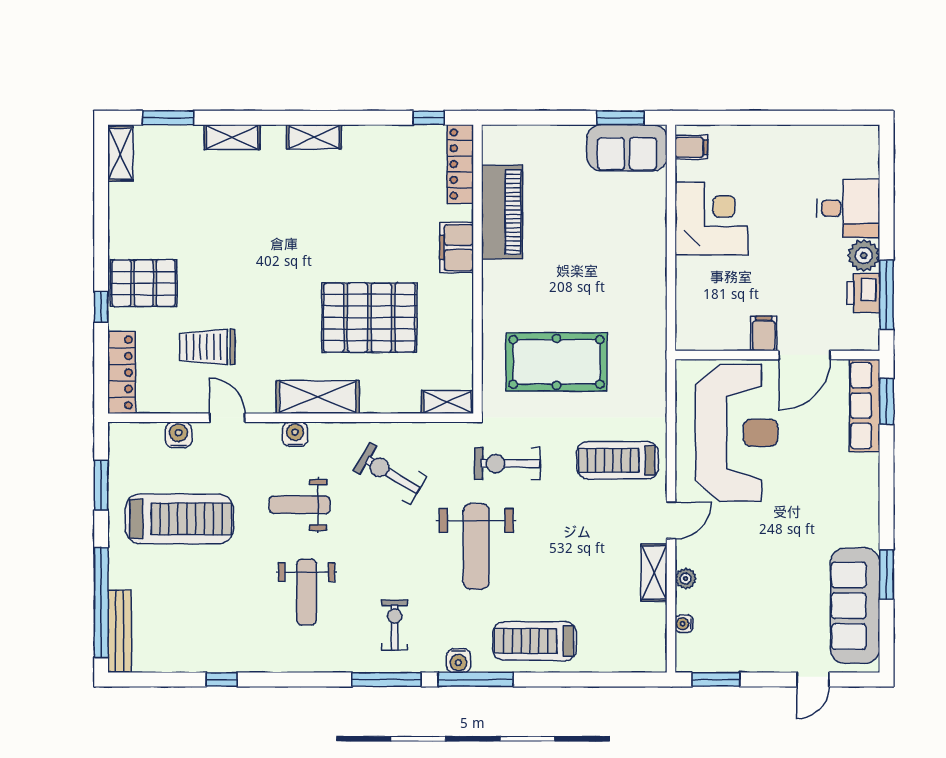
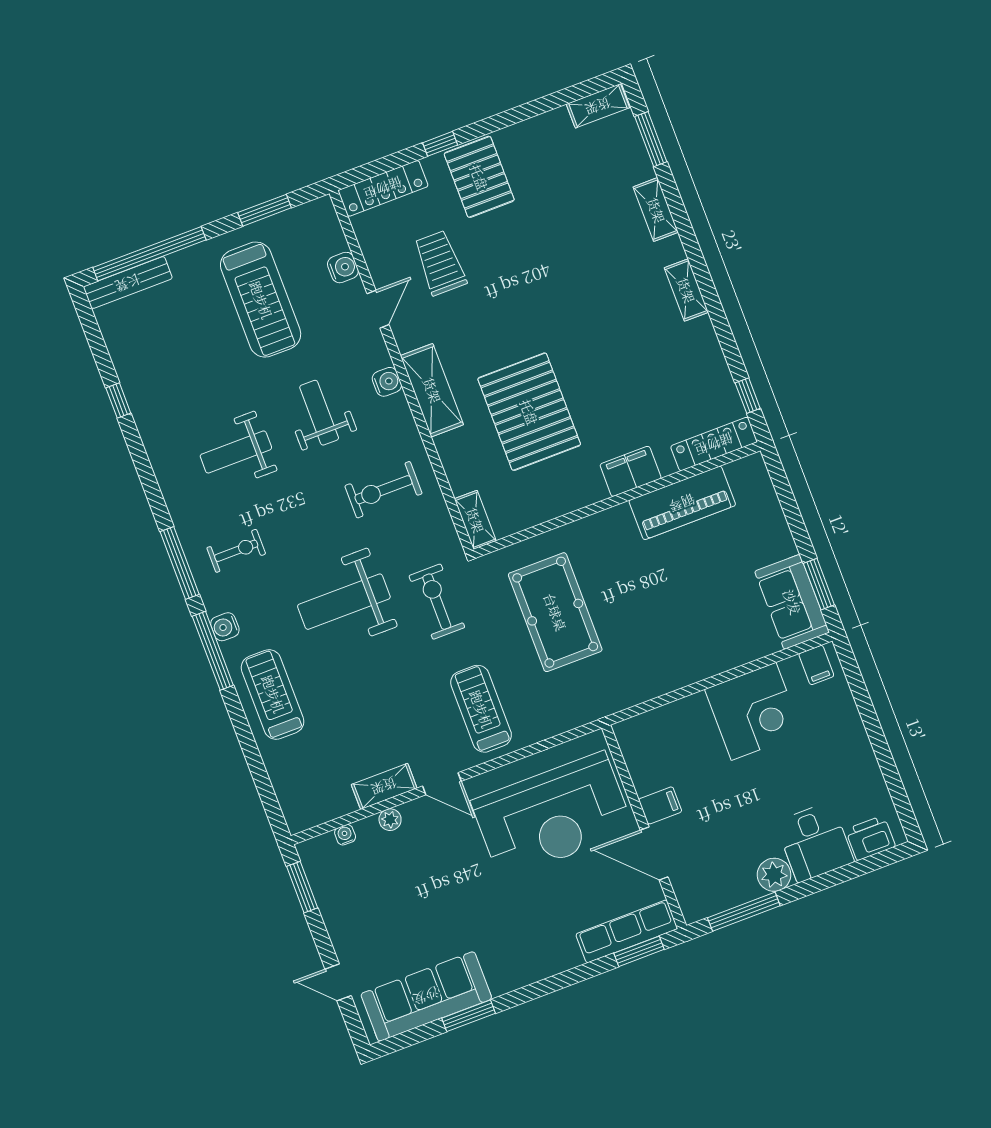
printer: (863, 293) -> (870, 838), moved
exercise bike: (390, 474) -> (383, 490), turned -121

